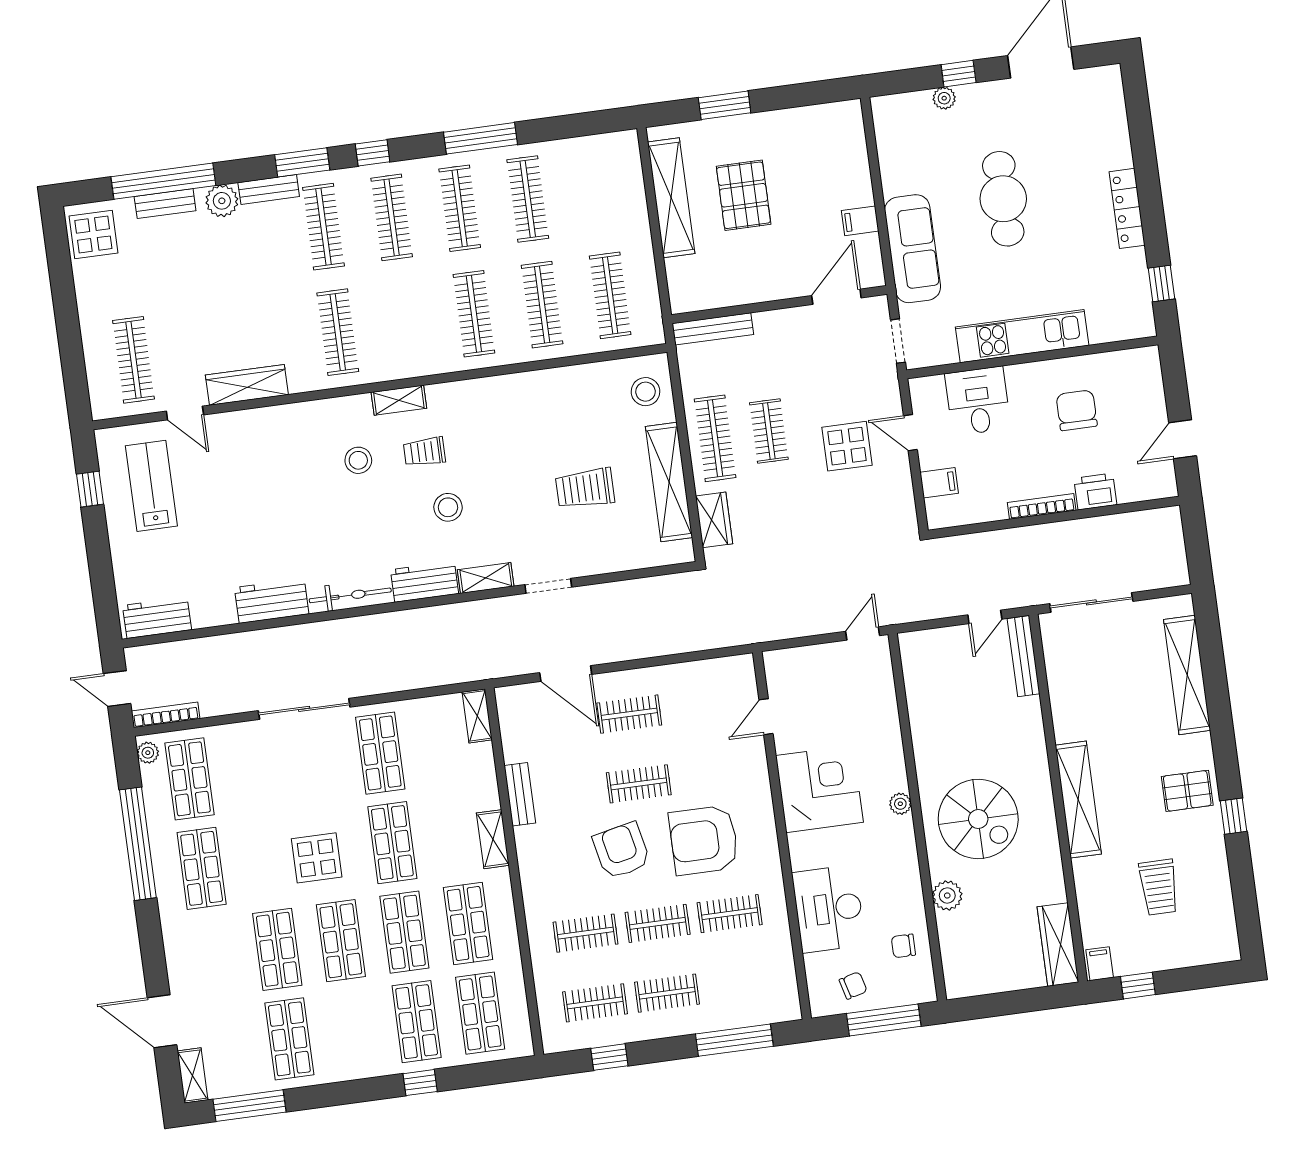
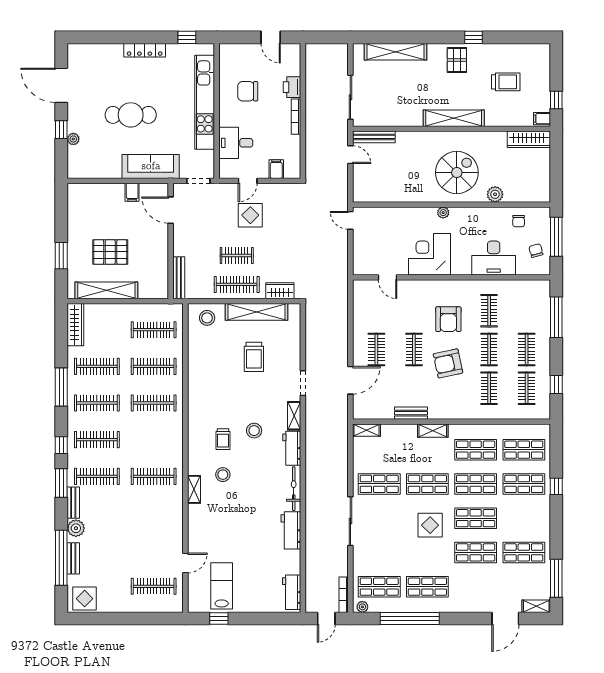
kitchen unit: (1022, 336) -> (205, 102), width x1.36
wardrobe: (247, 385) -> (75, 325), moved, turned 180
shelving: (399, 400) -> (194, 489), moved
lab bench: (151, 486) -> (222, 586), turned 90
armchair: (704, 840) -> (448, 319), width x0.73, depth x0.73

